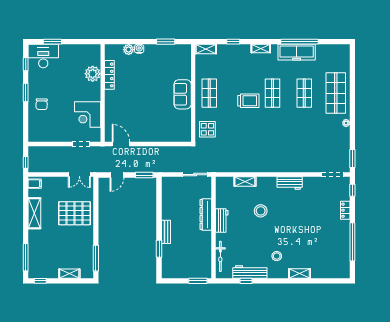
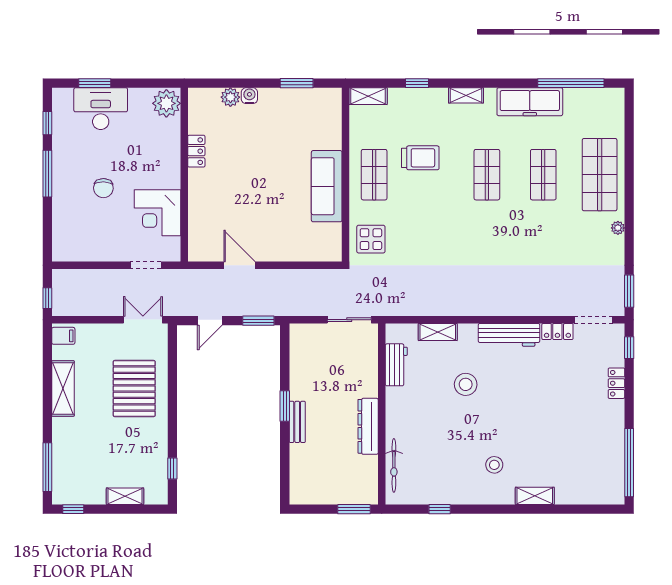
window: (299, 42) -> (571, 83), moved
desk: (43, 56) -> (101, 109), moved
plant: (93, 74) -> (166, 103), moved
locker: (109, 75) -> (196, 151), width x0.66
window: (26, 92) -> (47, 174), width x1.44
sofa: (183, 94) -> (327, 186), width x1.36
trolley: (248, 101) -> (420, 158), moved
chair: (42, 104) -> (103, 188), moved
door: (121, 144) -> (239, 265), moved
double door: (79, 175) -> (143, 320), swing flipped
locker: (312, 181) -> (557, 332), added
workbench: (290, 183) -> (509, 335), width x1.38
pallet: (74, 213) -> (134, 389), turned 90
dresser: (206, 215) -> (368, 426), moved
workbench: (222, 220) -> (396, 365), moved
window: (352, 242) -> (629, 463), moved
window: (159, 249) -> (285, 406), moved
window: (96, 258) -> (172, 468), width x0.46
workbench: (250, 272) -> (446, 493), removed

